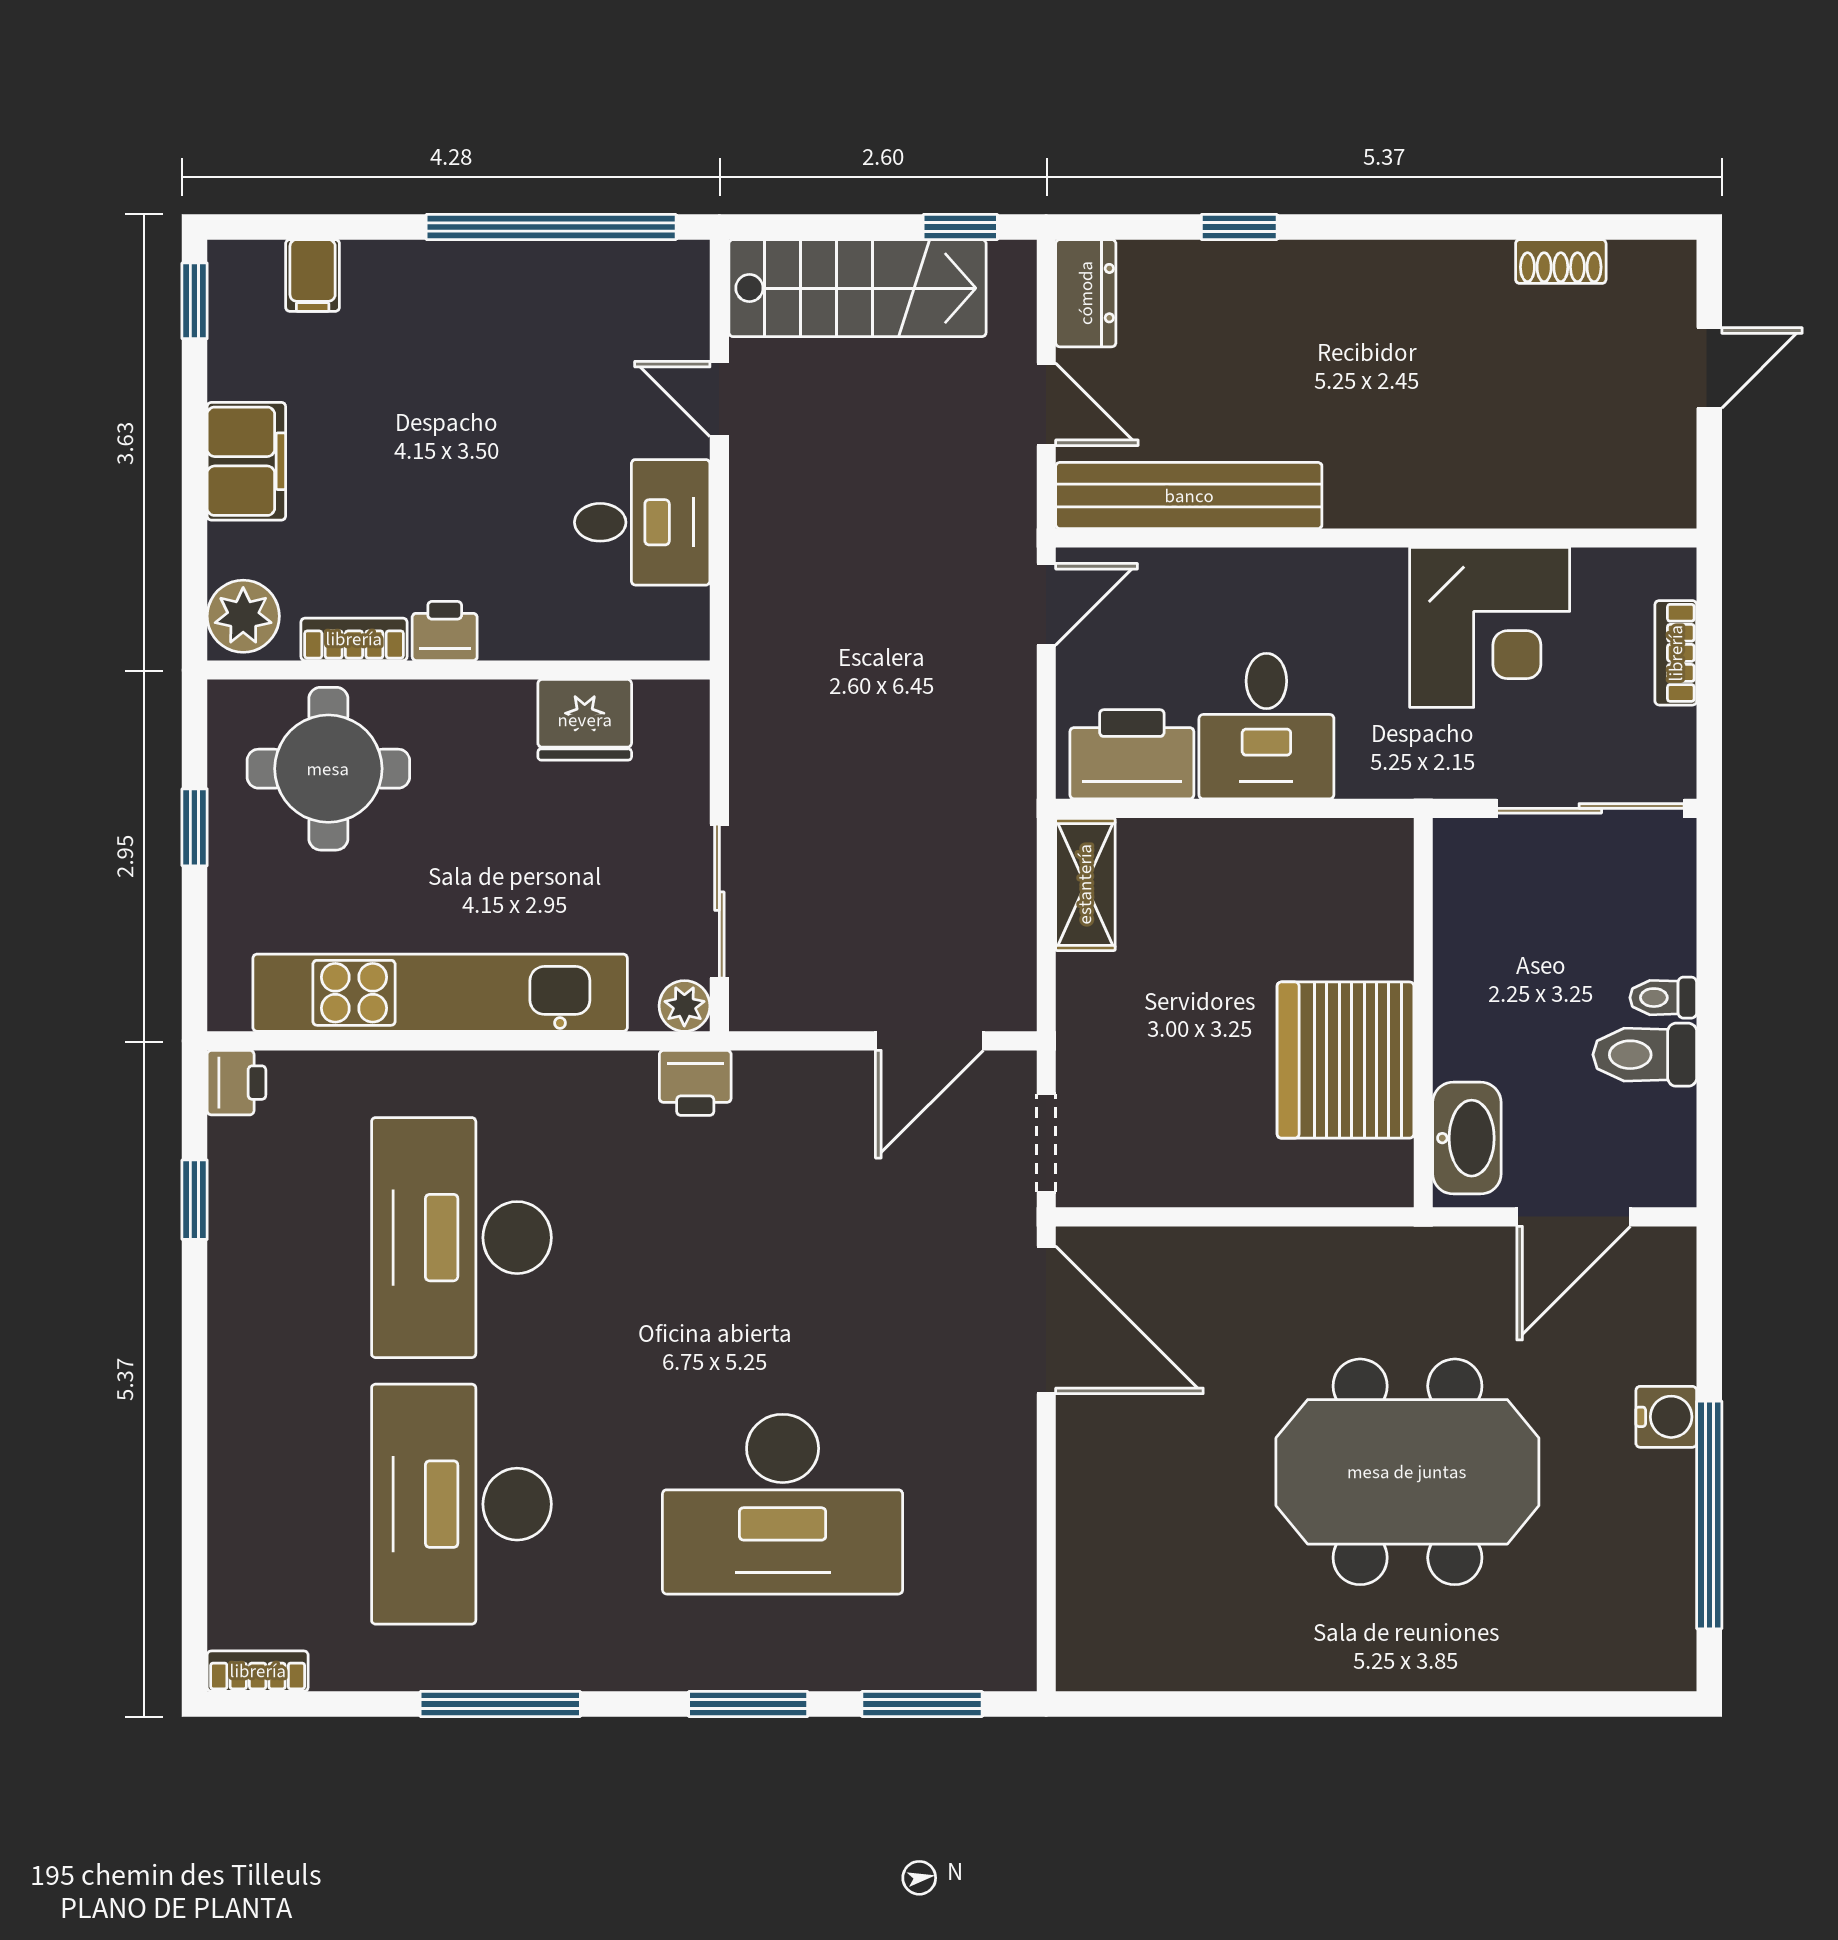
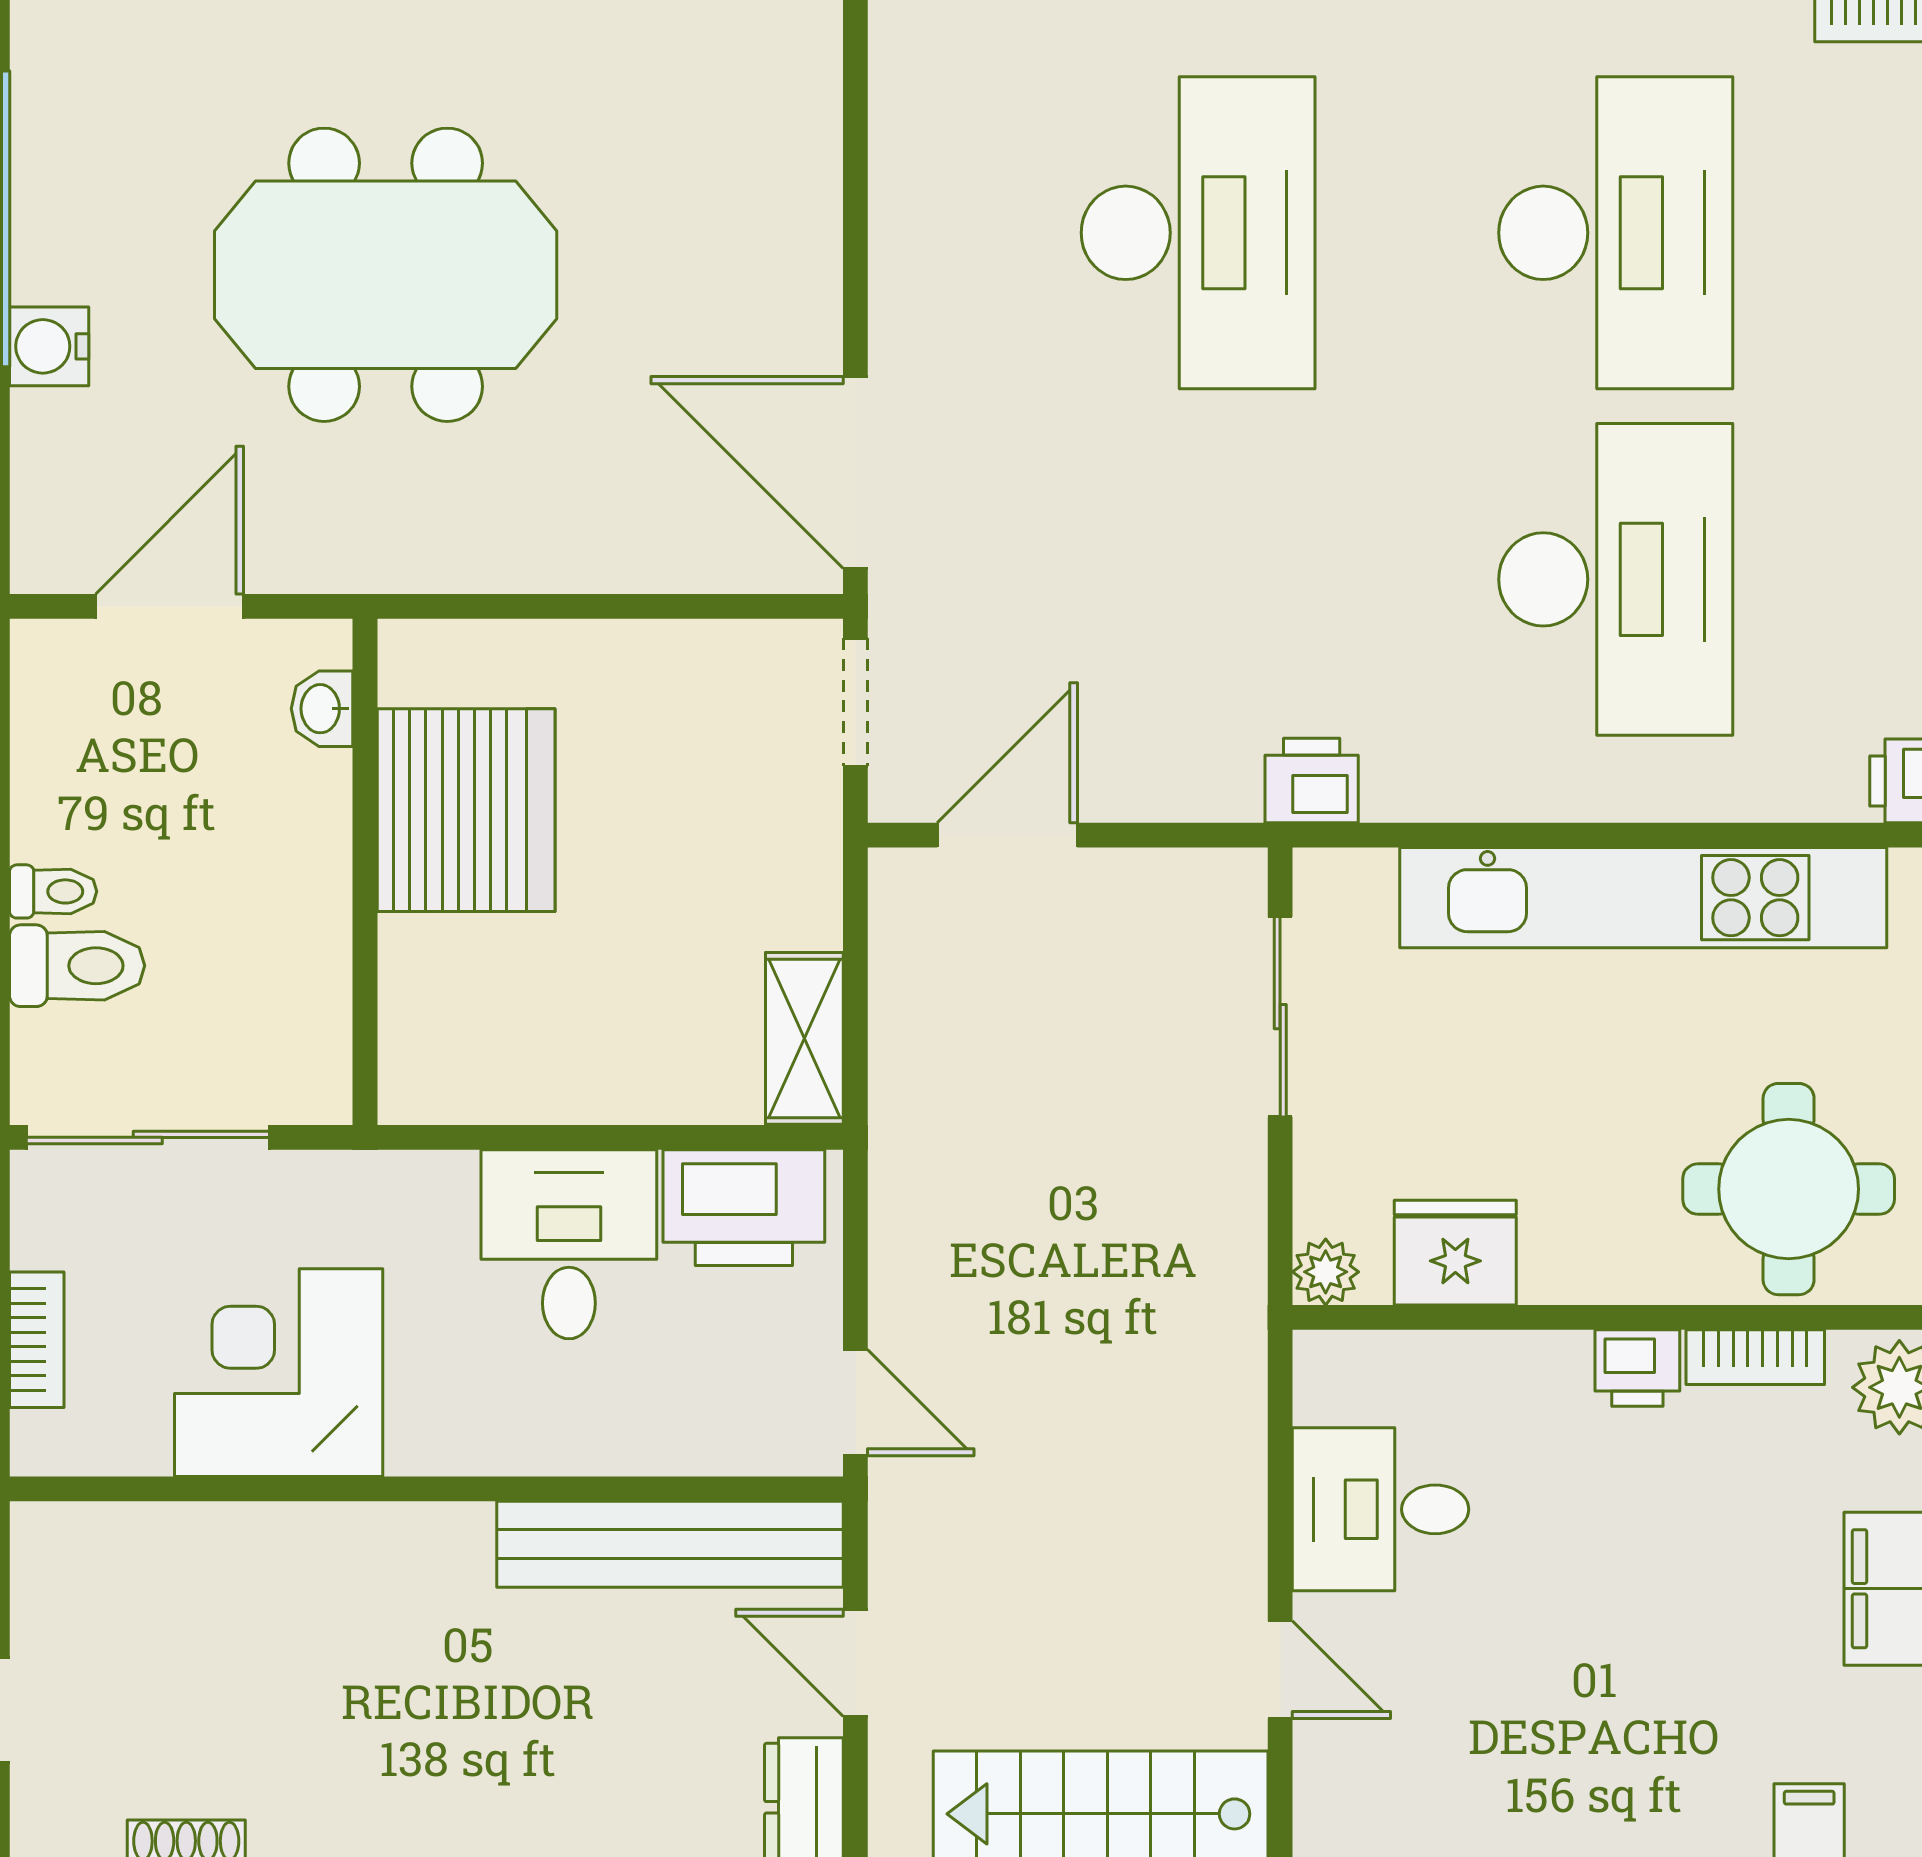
door: (1046, 604) -> (855, 1403), swing flipped
plant: (684, 1006) -> (1326, 1272), moved
toilet: (1645, 1055) -> (77, 966), moved
washbasin: (1467, 1138) -> (322, 709), width x0.52, depth x0.69
desk: (783, 1504) -> (1198, 233), turned 90

